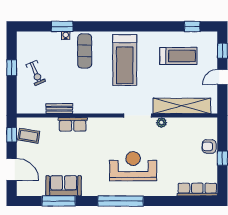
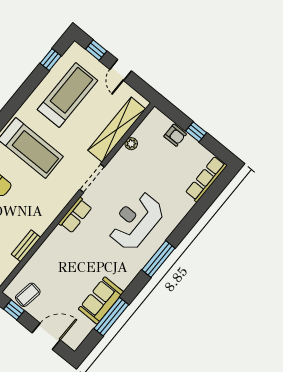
treadmill: (178, 56) -> (68, 95), width x1.37, depth x1.38
plant: (161, 123) -> (131, 144), moved
row of seats: (73, 124) -> (75, 215), moved
armchair: (209, 146) -> (175, 135), turned -90
window: (121, 201) -> (158, 259), width x0.68

